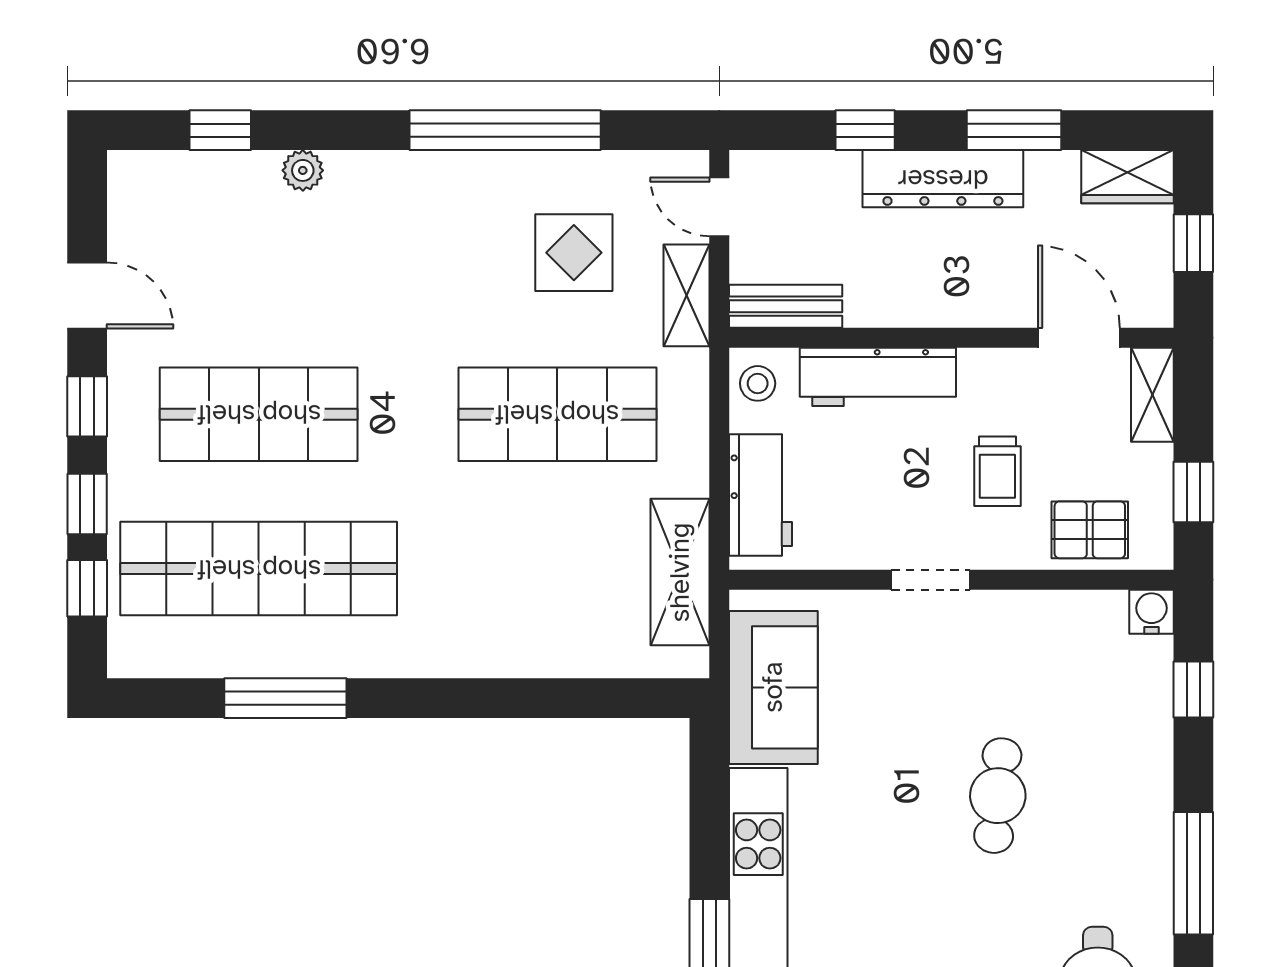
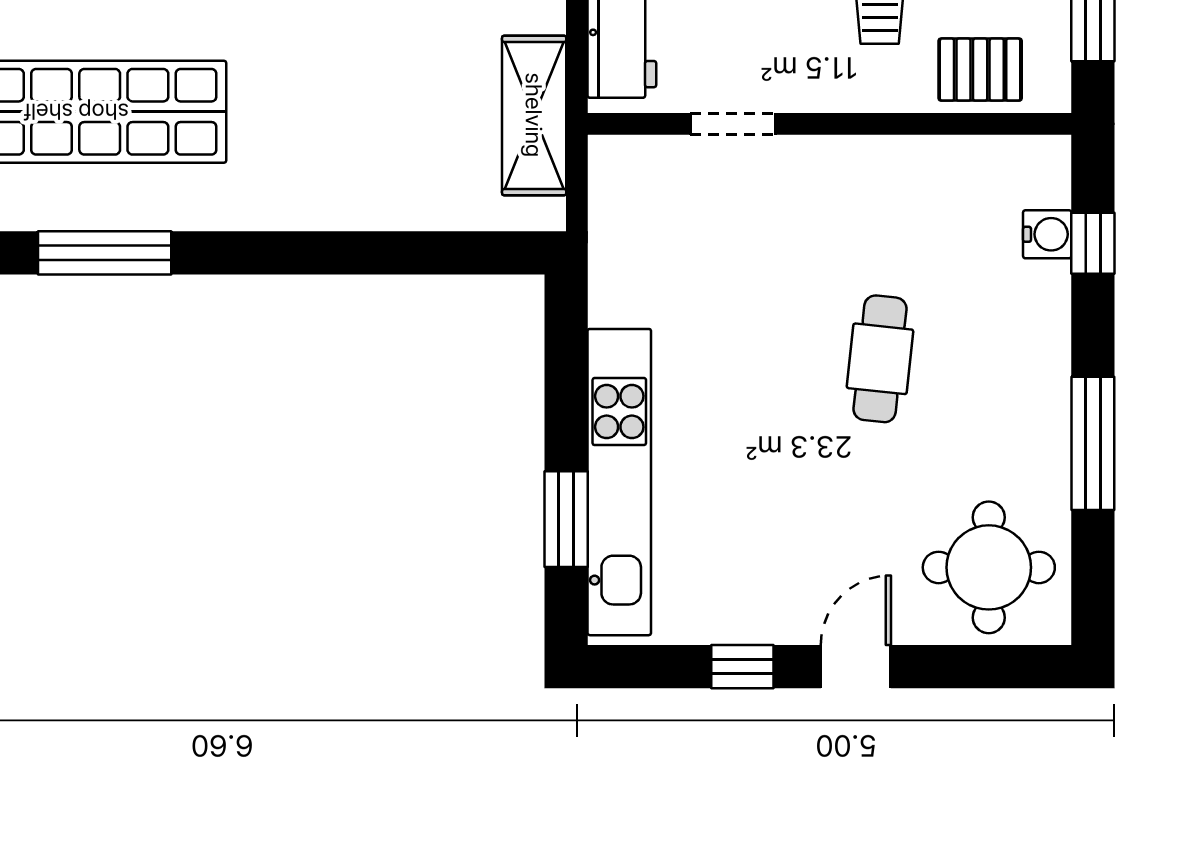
doorway: (930, 580) -> (733, 124), moved
water cooler: (1151, 612) -> (1047, 234), moved, turned 90
sofa: (773, 687) -> (636, 241), removed

